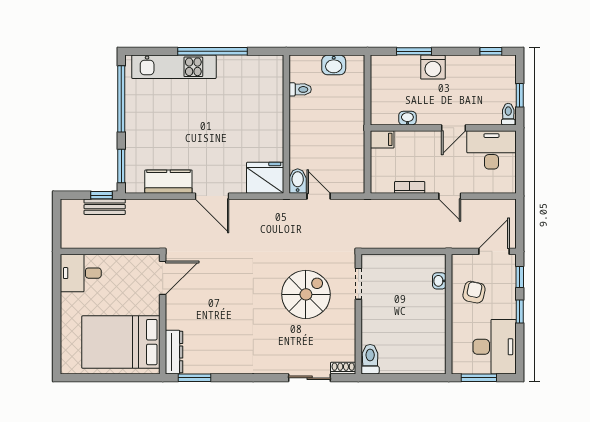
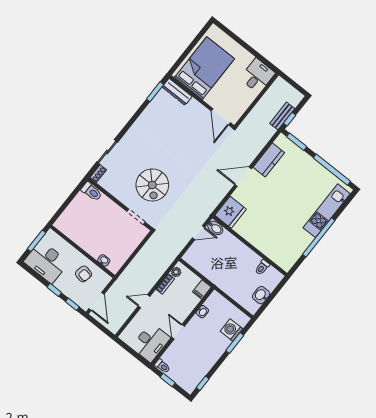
washing machine: (433, 67) -> (231, 330), moved
plant: (386, 186) -> (176, 272), added

